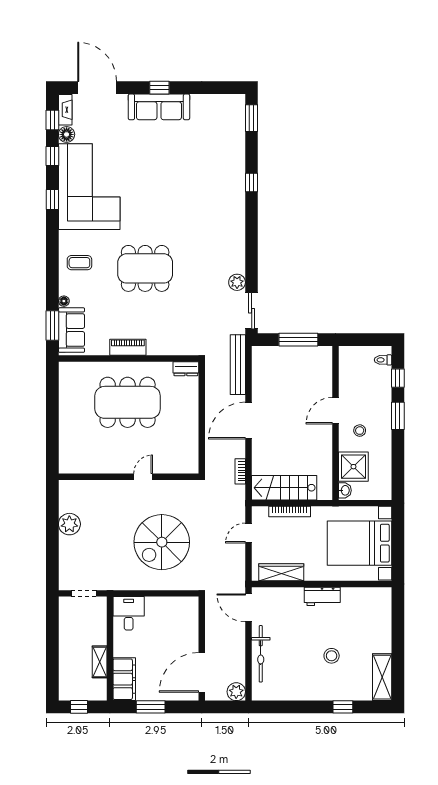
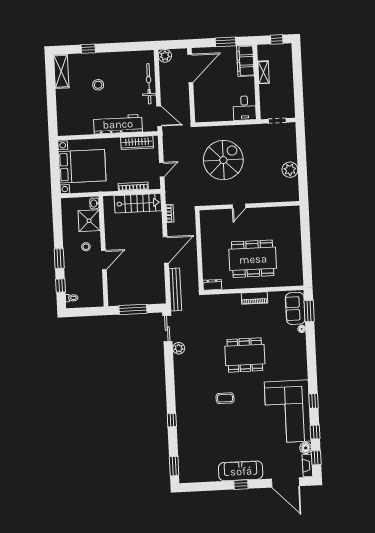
coffee table: (79, 263) -> (225, 398), moved
workbench: (322, 596) -> (118, 124), width x1.88, depth x1.32

